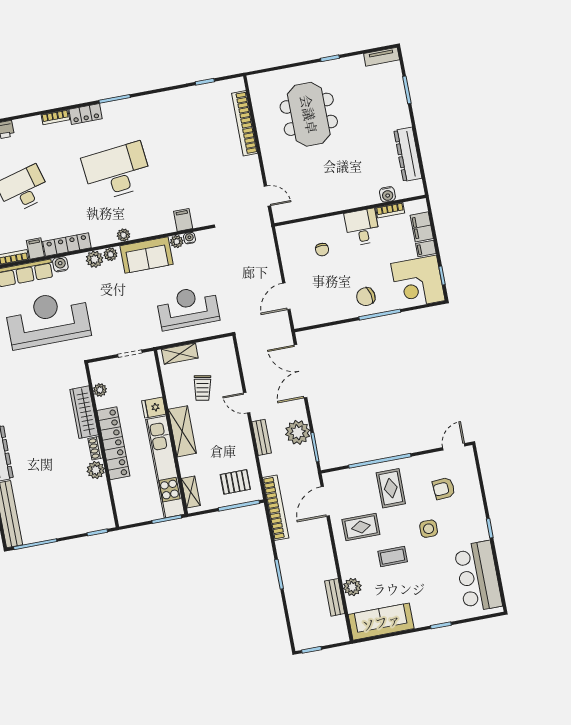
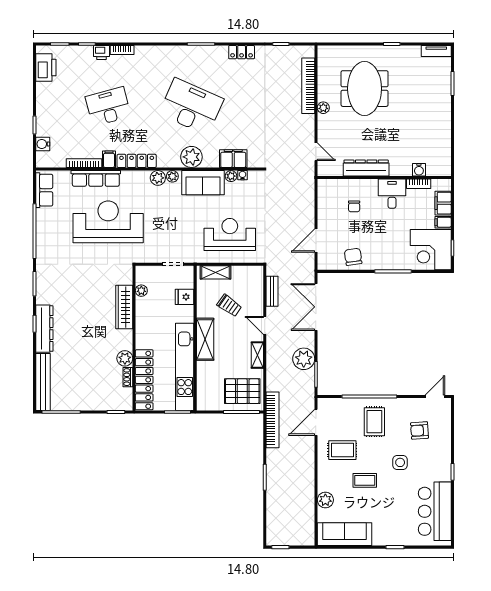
locker: (85, 114) -> (242, 52), moved
bookcase: (55, 117) -> (122, 50), moved
plant: (266, 145) -> (323, 108), added
dresser: (408, 154) -> (366, 168), moved, turned 90
desk: (117, 171) -> (191, 106), turned 30
filing cabinet: (183, 220) -> (233, 159), width x2.00
plant: (123, 235) -> (191, 157), width x1.88, depth x1.88
water cooler: (60, 264) -> (128, 177), removed
chair: (366, 297) -> (353, 257), moved, turned 94
trolley: (202, 388) -> (229, 306), turned -66
fridge: (154, 408) -> (185, 297), moved
bench: (262, 437) -> (272, 291), moved
locker: (113, 443) -> (144, 380), moved
shoe rack: (95, 448) -> (128, 377), moved
pallet: (235, 482) -> (242, 391), width x1.50, depth x1.42
shelving: (191, 492) -> (257, 355), moved
bench: (335, 597) -> (309, 506), removed

